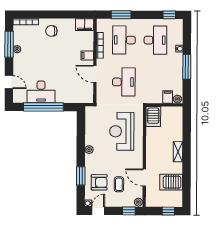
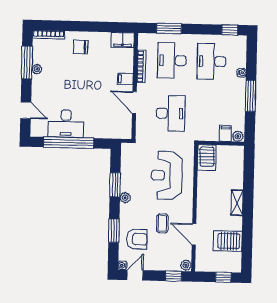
desk: (155, 40) -> (212, 61), turned 180
window: (81, 140) -> (115, 185), added
coffee table: (119, 184) -> (162, 223), moved

